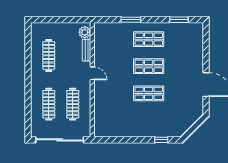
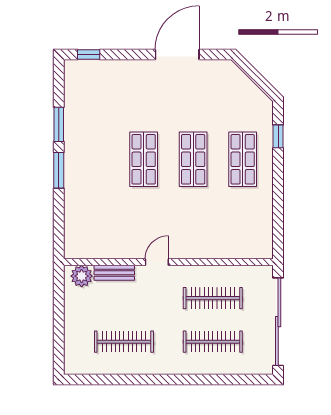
window: (131, 20) -> (59, 170), moved
window: (179, 20) -> (59, 124), moved
window: (206, 36) -> (89, 55), added
shop shelf: (149, 39) -> (243, 159), moved

